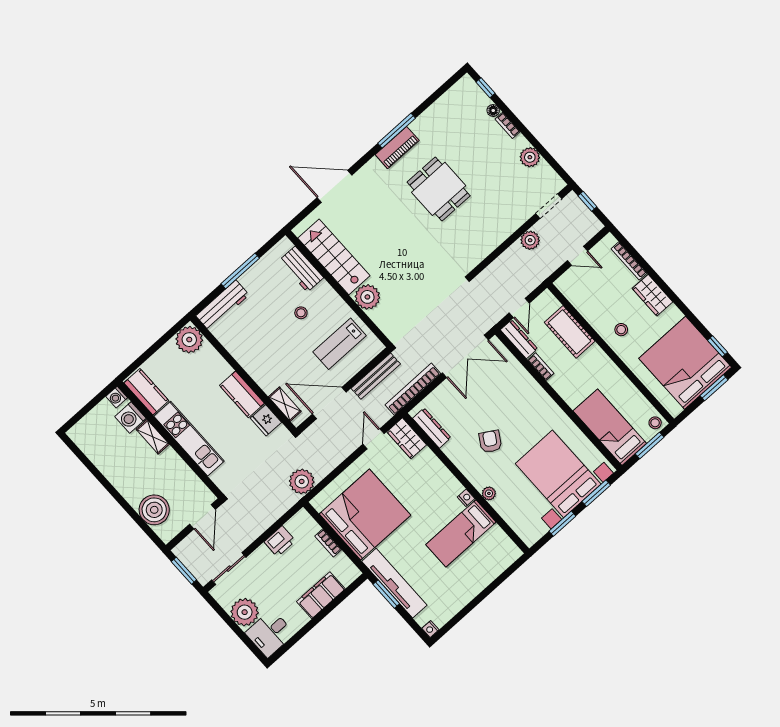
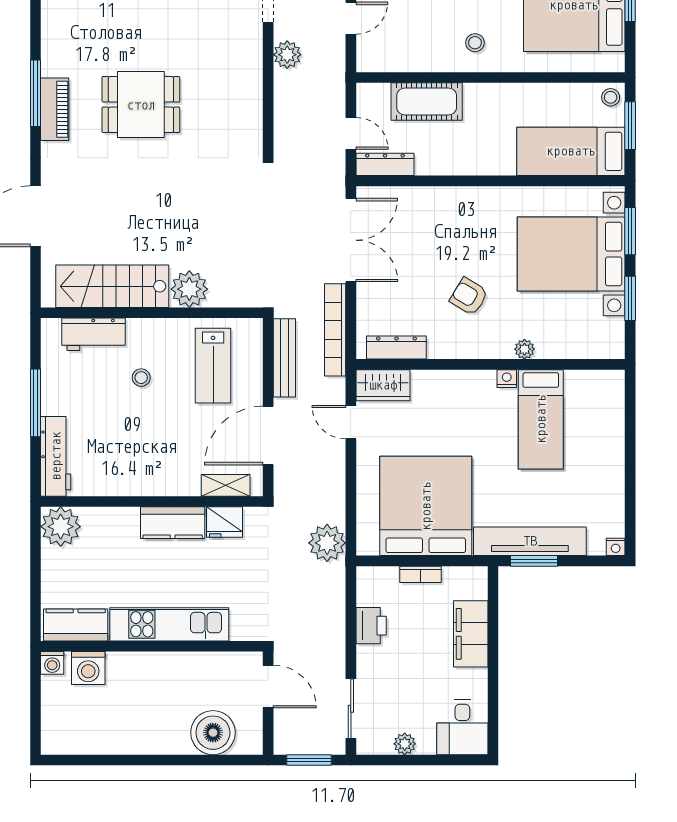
bookcase: (541, 367) -> (436, 168), removed
shelving: (153, 437) -> (131, 662), removed
plant: (245, 612) -> (405, 744), width x0.53, depth x0.53

